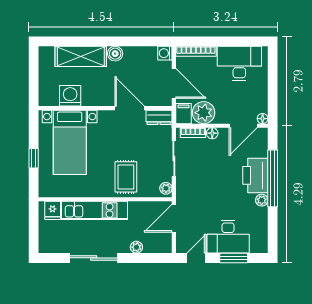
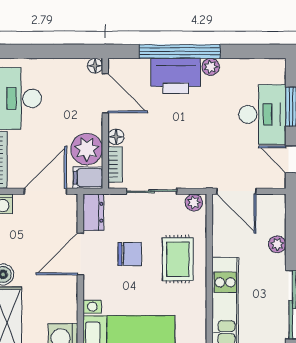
chair: (129, 143) -> (130, 254), added
rug: (126, 177) -> (178, 259), turned 90

